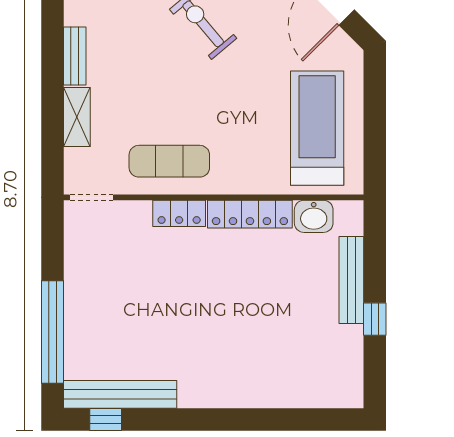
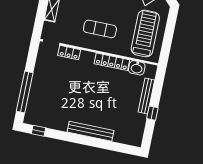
exercise mat: (169, 161) -> (100, 29), moved
locker: (179, 213) -> (69, 53), moved
bench: (120, 394) -> (91, 131), moved

